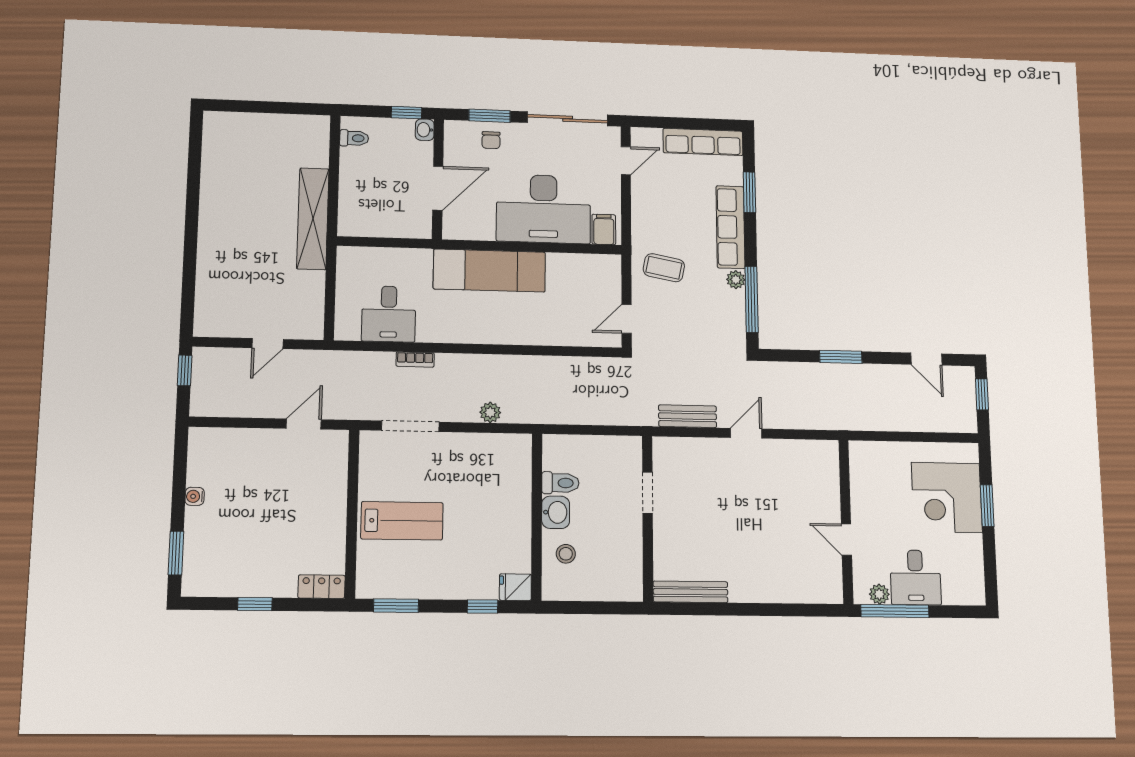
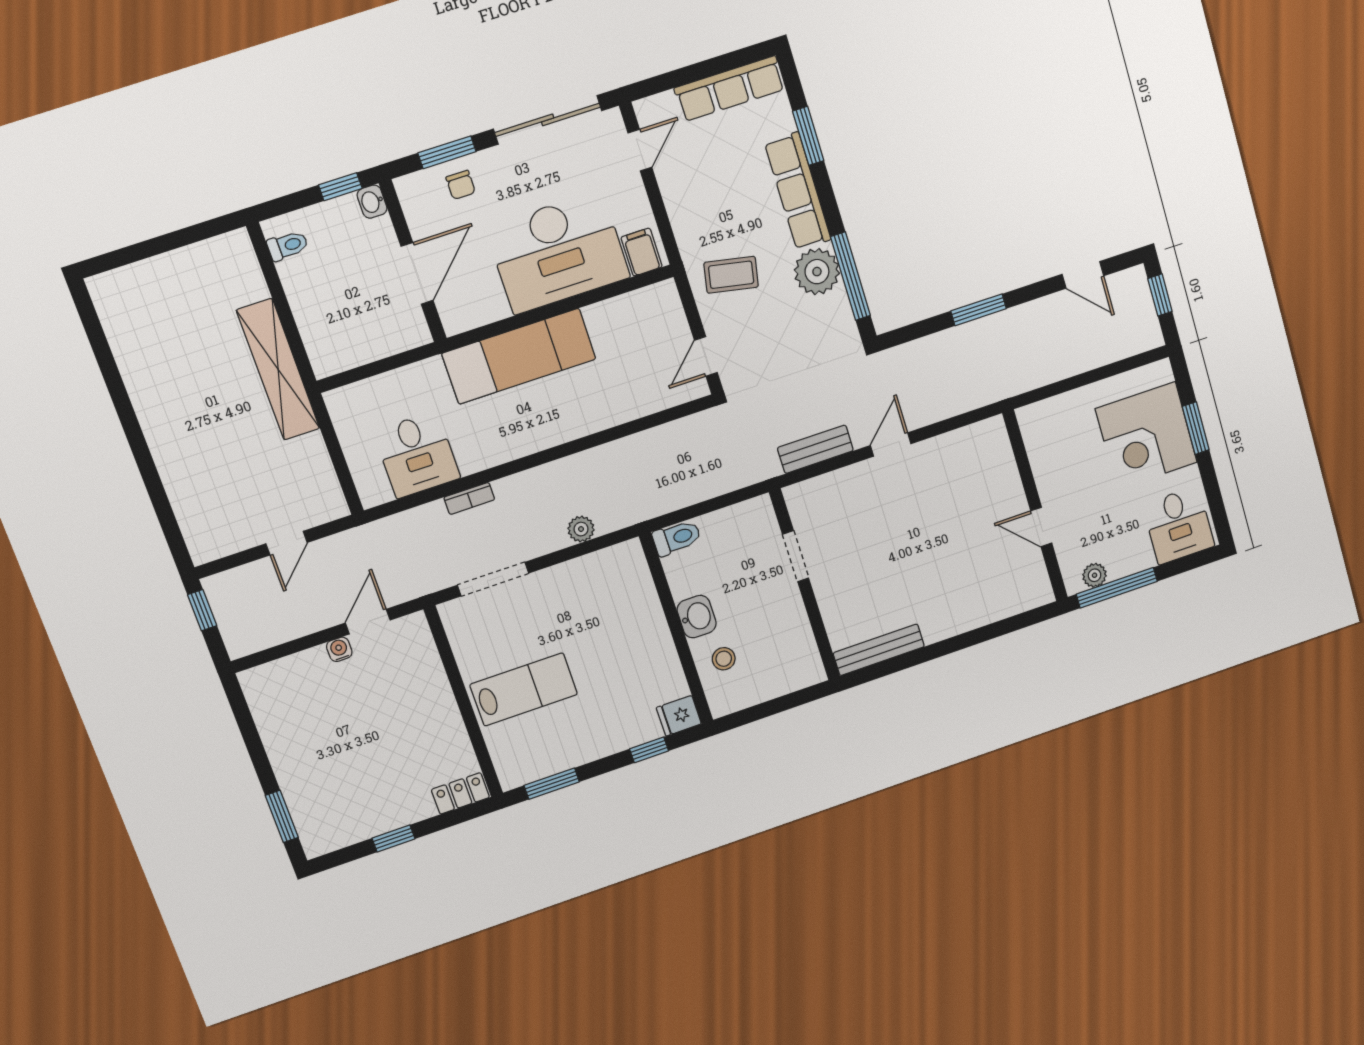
plant: (736, 280) -> (817, 272), width x1.88, depth x1.88
toilet: (560, 483) -> (677, 538), moved
water cooler: (195, 496) -> (339, 649), moved, turned 90
desk: (916, 577) -> (1179, 525), moved

